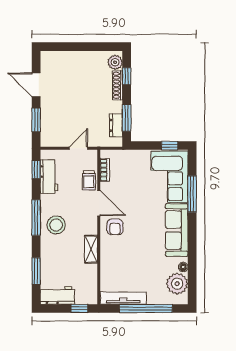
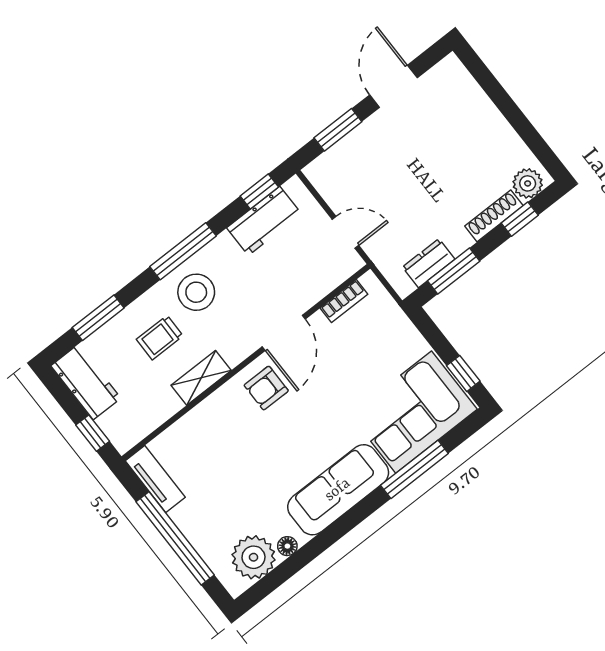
trolley: (89, 180) -> (160, 338), moved
tv unit: (123, 298) -> (155, 479), width x0.71

